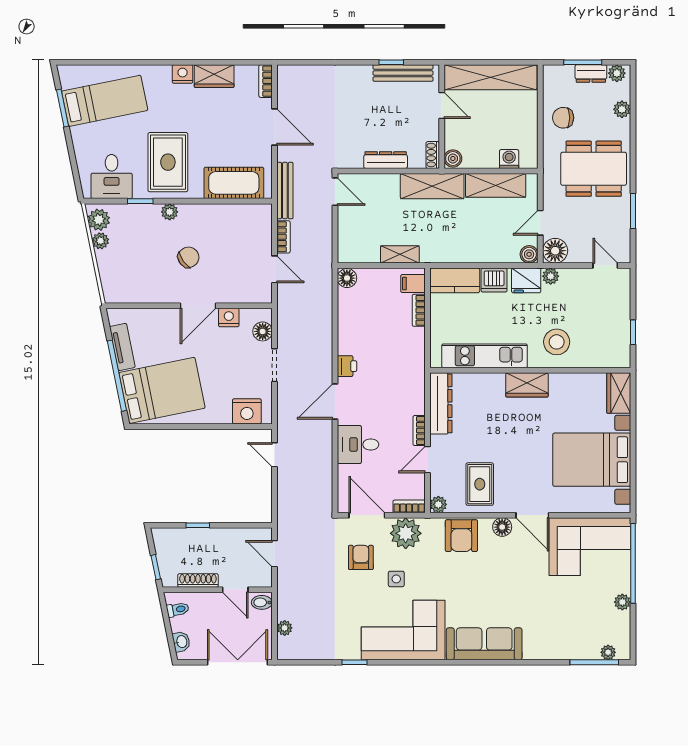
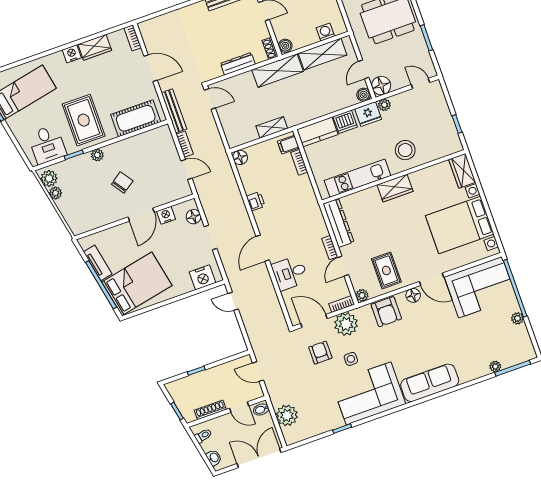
printer: (347, 366) -> (256, 201), moved
plant: (285, 628) -> (287, 415), width x1.88, depth x1.88
plant: (608, 652) -> (495, 366), moved

